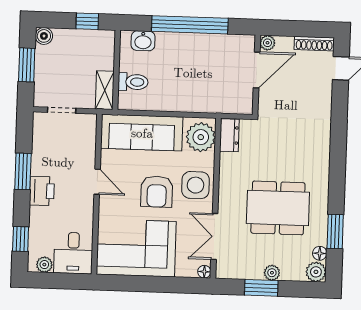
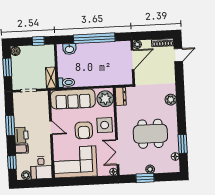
toilet: (133, 82) -> (66, 82), moved
filing cabinet: (41, 215) -> (22, 149), added
plant: (316, 272) -> (171, 100), moved

